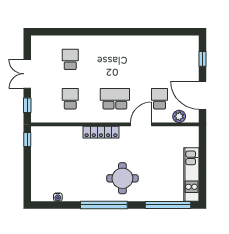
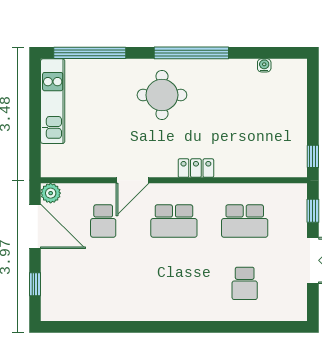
school desk: (70, 99) -> (245, 221), width x1.85
plant: (179, 116) -> (51, 193), moved
locker: (101, 132) -> (196, 168), width x0.66

